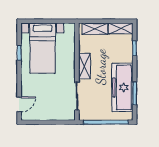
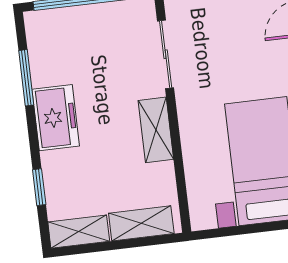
freezer: (122, 87) -> (56, 118), width x0.52, depth x0.79

